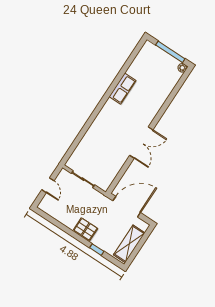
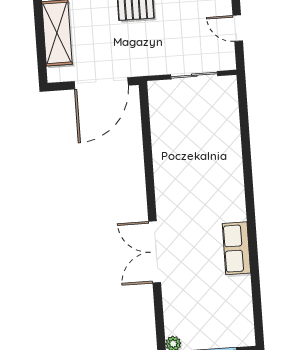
double door: (141, 143) -> (155, 252), moved

